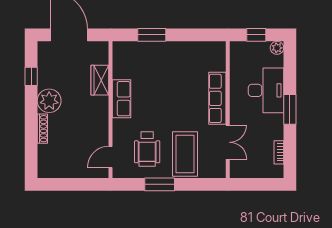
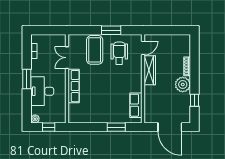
wardrobe: (100, 80) -> (150, 70), moved, width x1.50
row of seats: (121, 99) -> (136, 105), moved

